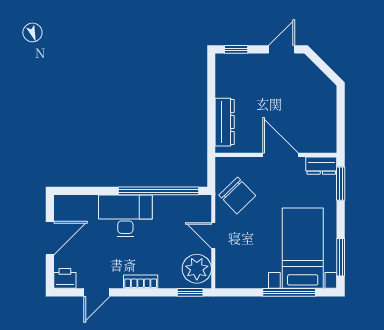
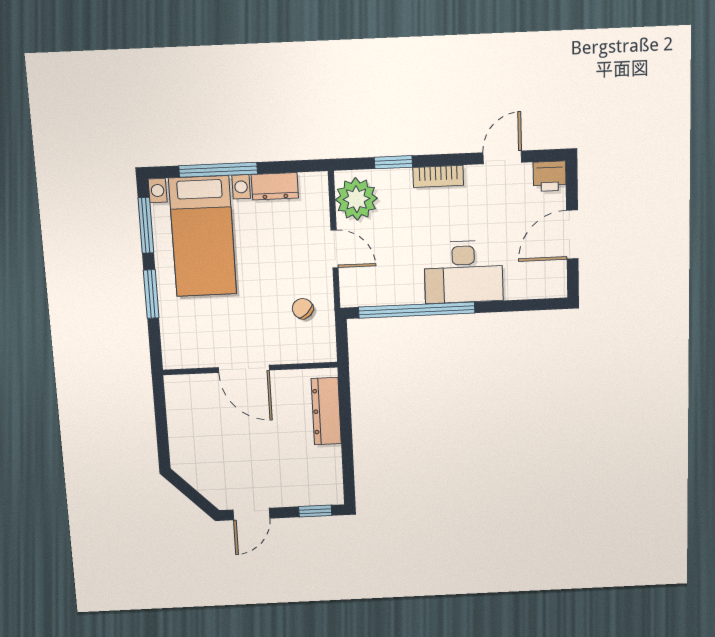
dresser: (321, 166) -> (275, 186), moved, turned 180
window: (341, 184) -> (151, 294), moved
chair: (237, 195) -> (303, 309), width x0.54, depth x0.54
window: (190, 292) -> (393, 162), moved

